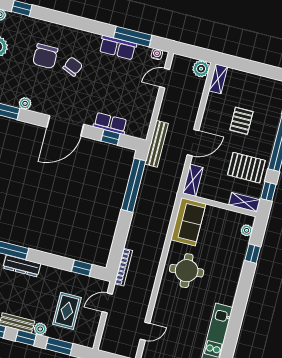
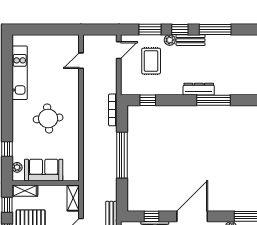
window: (134, 185) -> (122, 155), moved
sofa: (188, 222) -> (44, 170), moved, turned 90
round table: (187, 271) -> (48, 118), moved
door: (107, 303) -> (119, 50), moved

